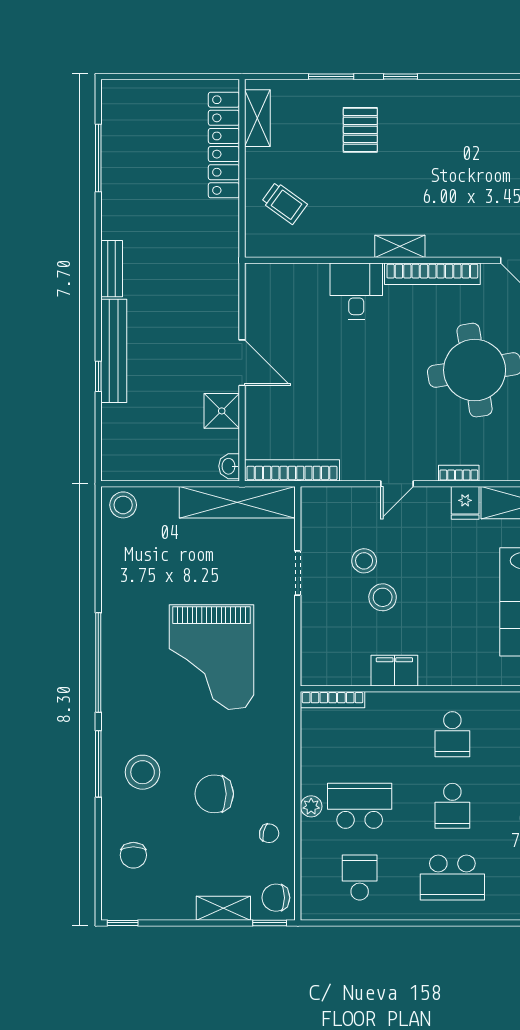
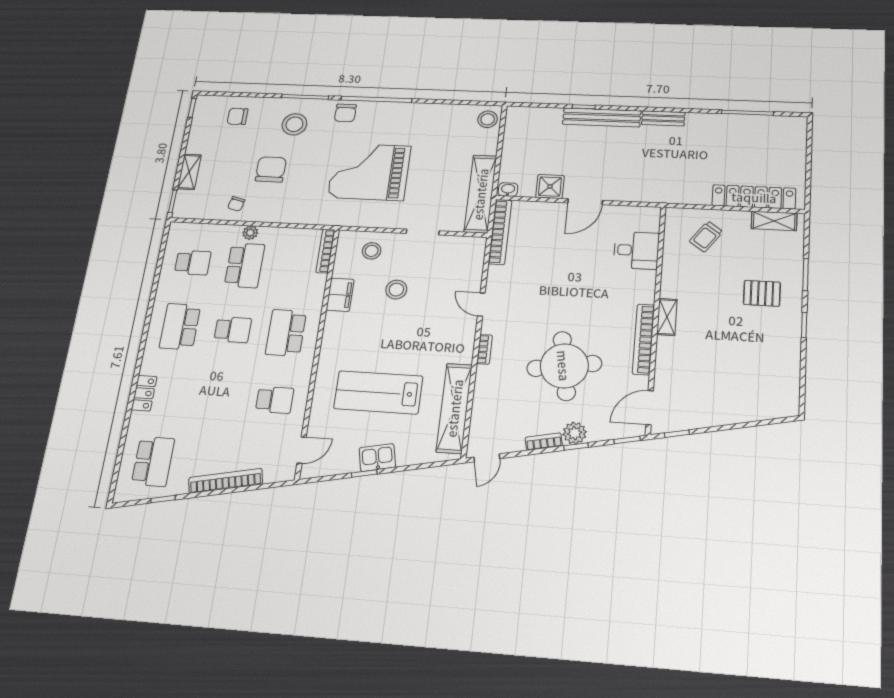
desk: (356, 291) -> (636, 250), moved
fridge: (465, 503) -> (461, 353), removed
stool: (364, 561) -> (372, 251), moved
school desk: (452, 734) -> (286, 333), width x1.85
school desk: (452, 806) -> (233, 330), turned 180
chair: (276, 898) -> (345, 113), moved, turned 180

